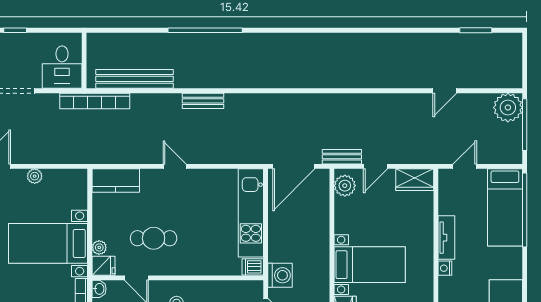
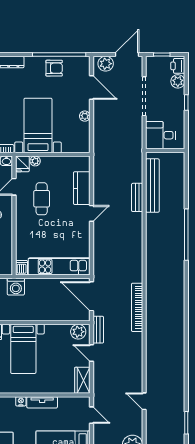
bookcase: (95, 101) -> (137, 307), moved
bench: (203, 101) -> (137, 197), moved
kitchen counter: (116, 181) -> (82, 188), moved

